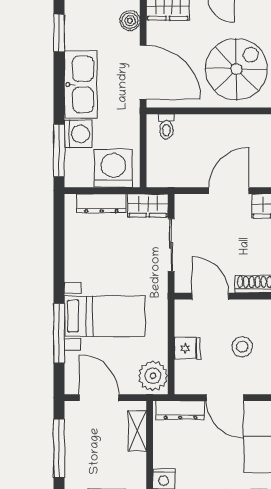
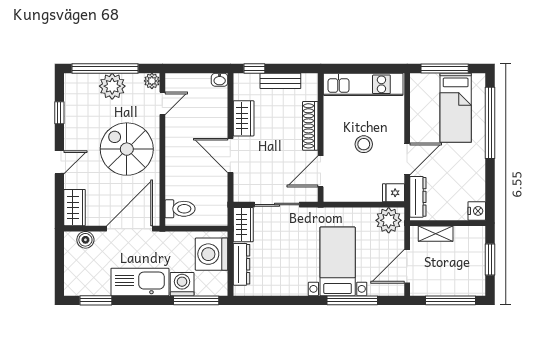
toilet: (166, 127) -> (180, 209), width x1.37, depth x1.39
fridge: (187, 348) -> (393, 193), moved, turned -90

